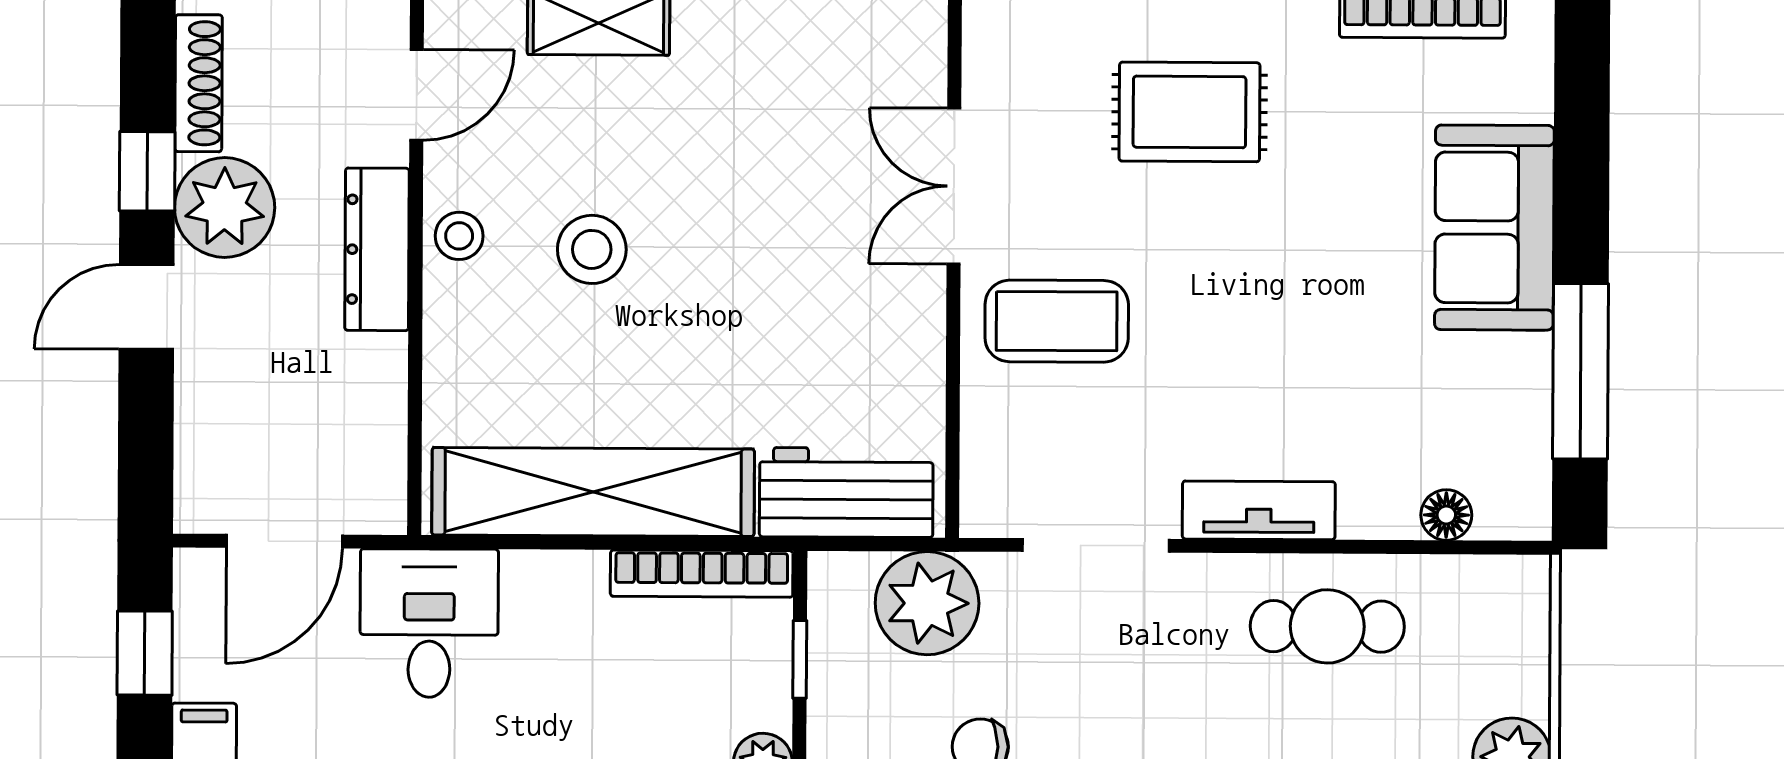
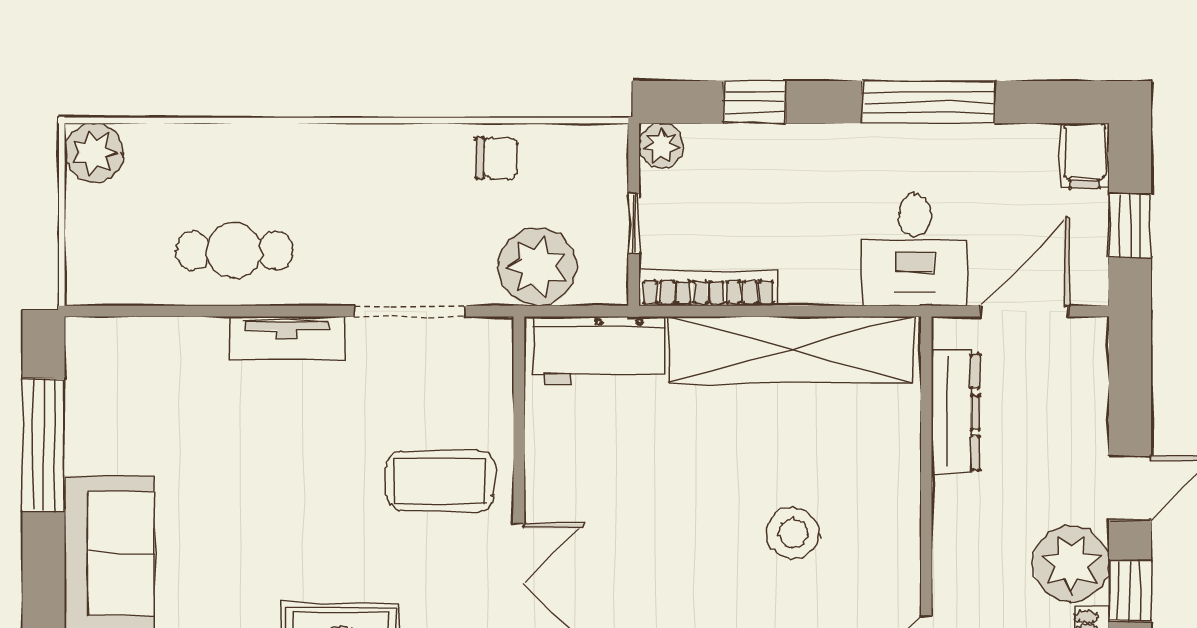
stool: (459, 236) -> (893, 543), removed
dresser: (377, 249) -> (956, 412), moved
floor lamp: (1446, 515) -> (145, 336), removed

